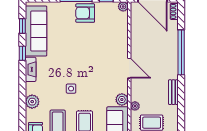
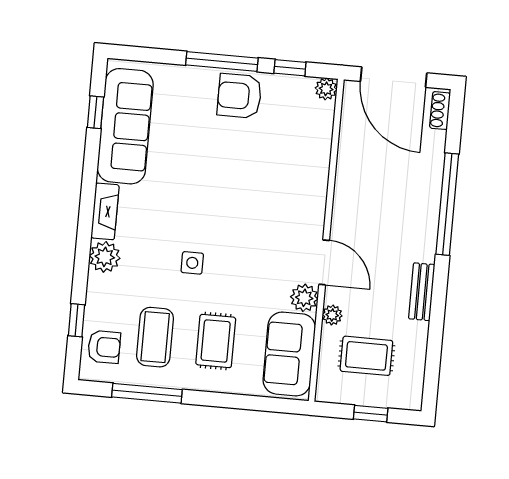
window: (22, 53) -> (76, 320), moved
door: (129, 68) -> (324, 262), moved
plant: (32, 102) -> (105, 257), moved

